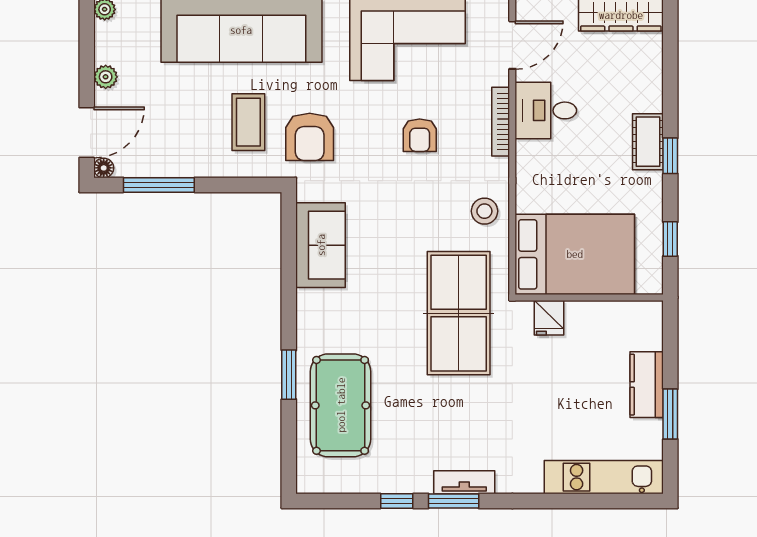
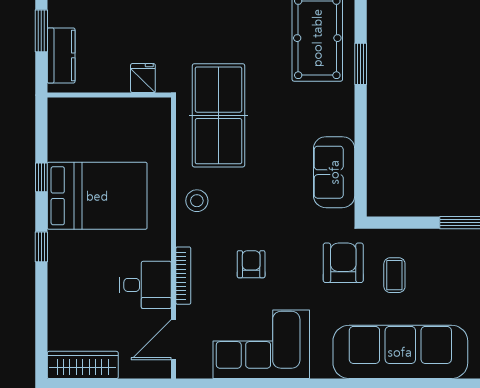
coffee table: (248, 122) -> (394, 275), width x0.73, depth x0.77
cot: (648, 142) -> (60, 259), removed
bed: (575, 254) -> (97, 196), moved, turned 180
wall: (589, 297) -> (109, 95), moved
fridge: (549, 318) -> (143, 78), moved

